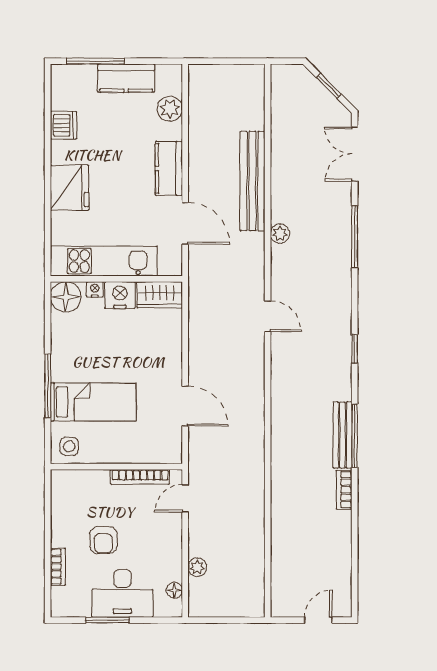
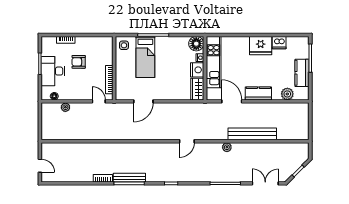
fridge: (70, 188) -> (261, 46), moved
door: (185, 223) -> (232, 101), swing flipped

